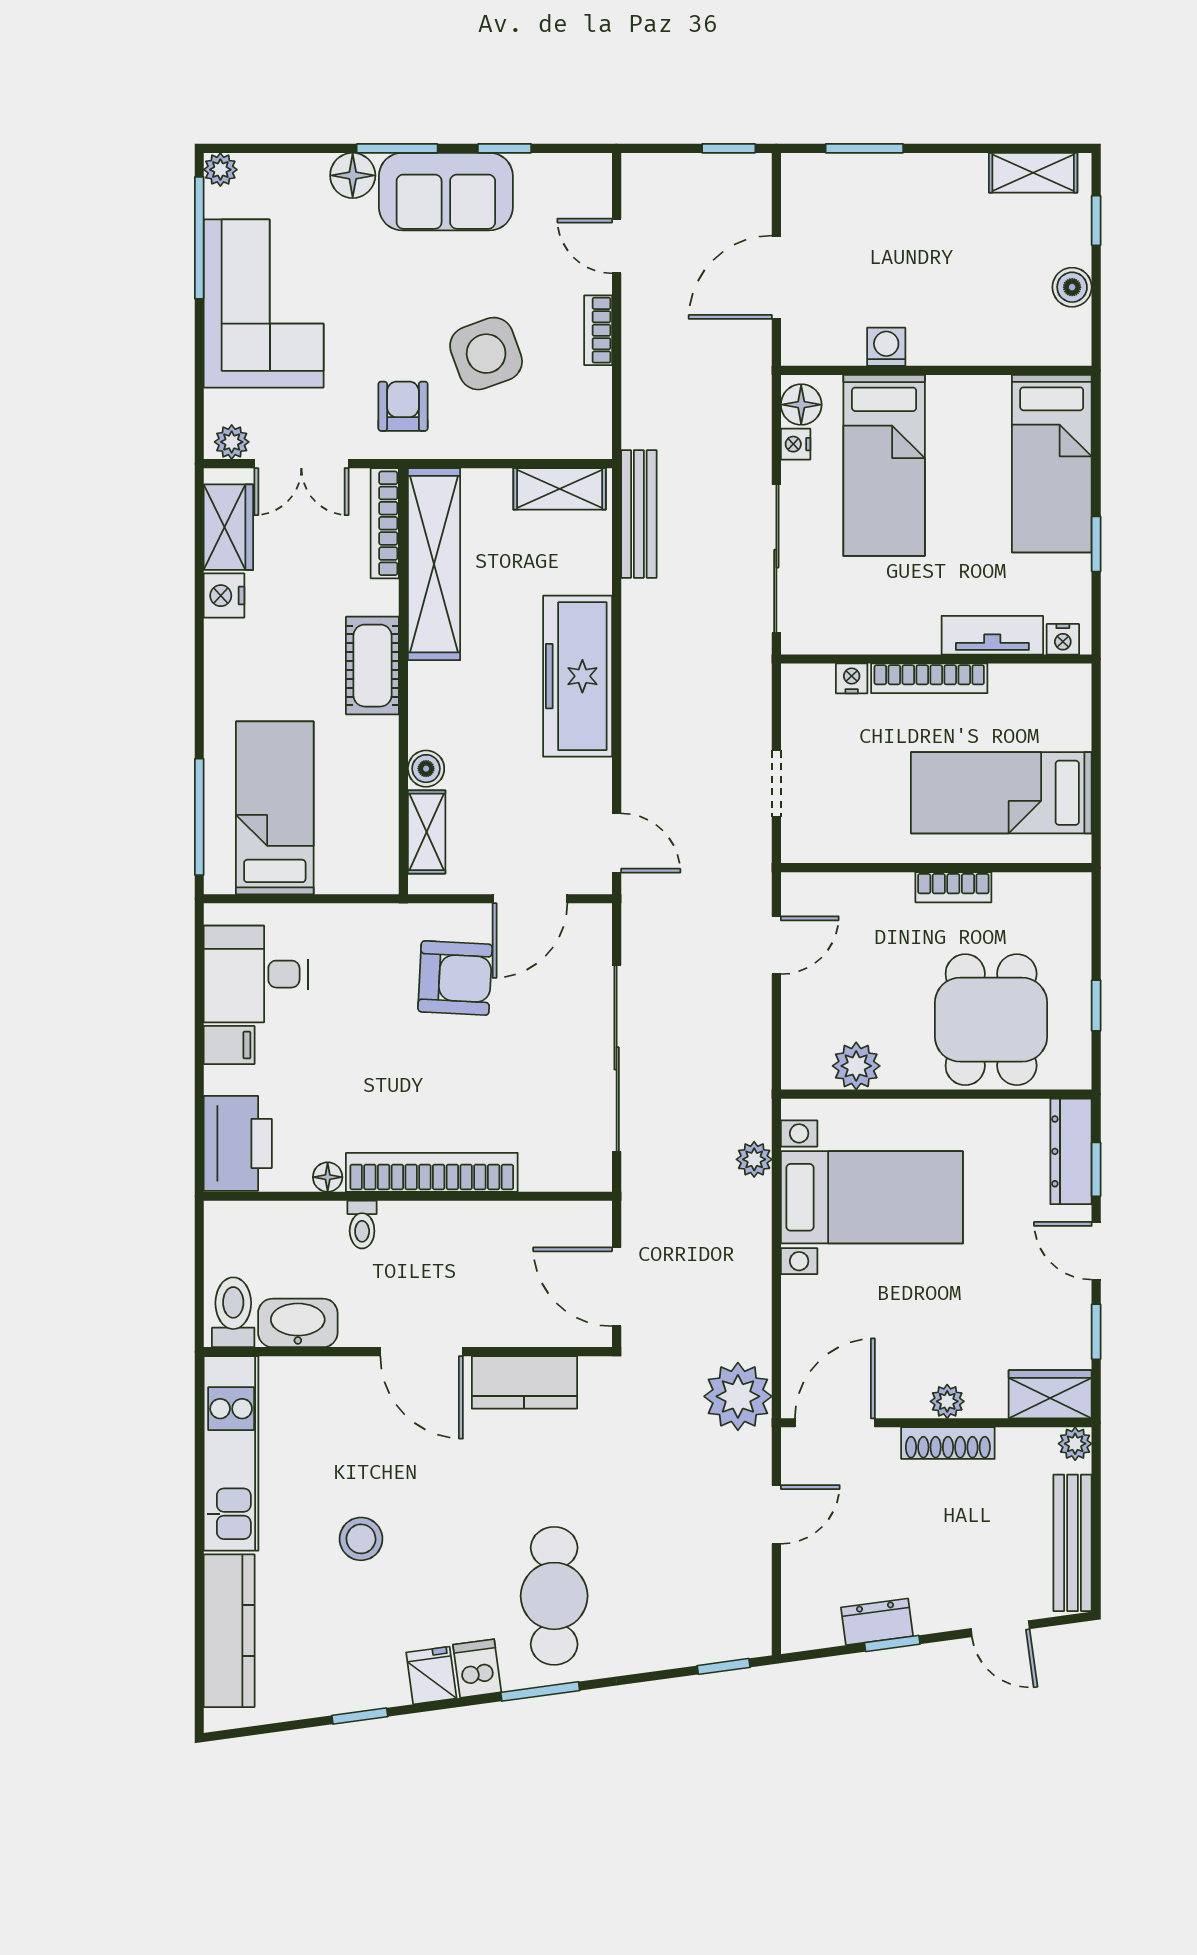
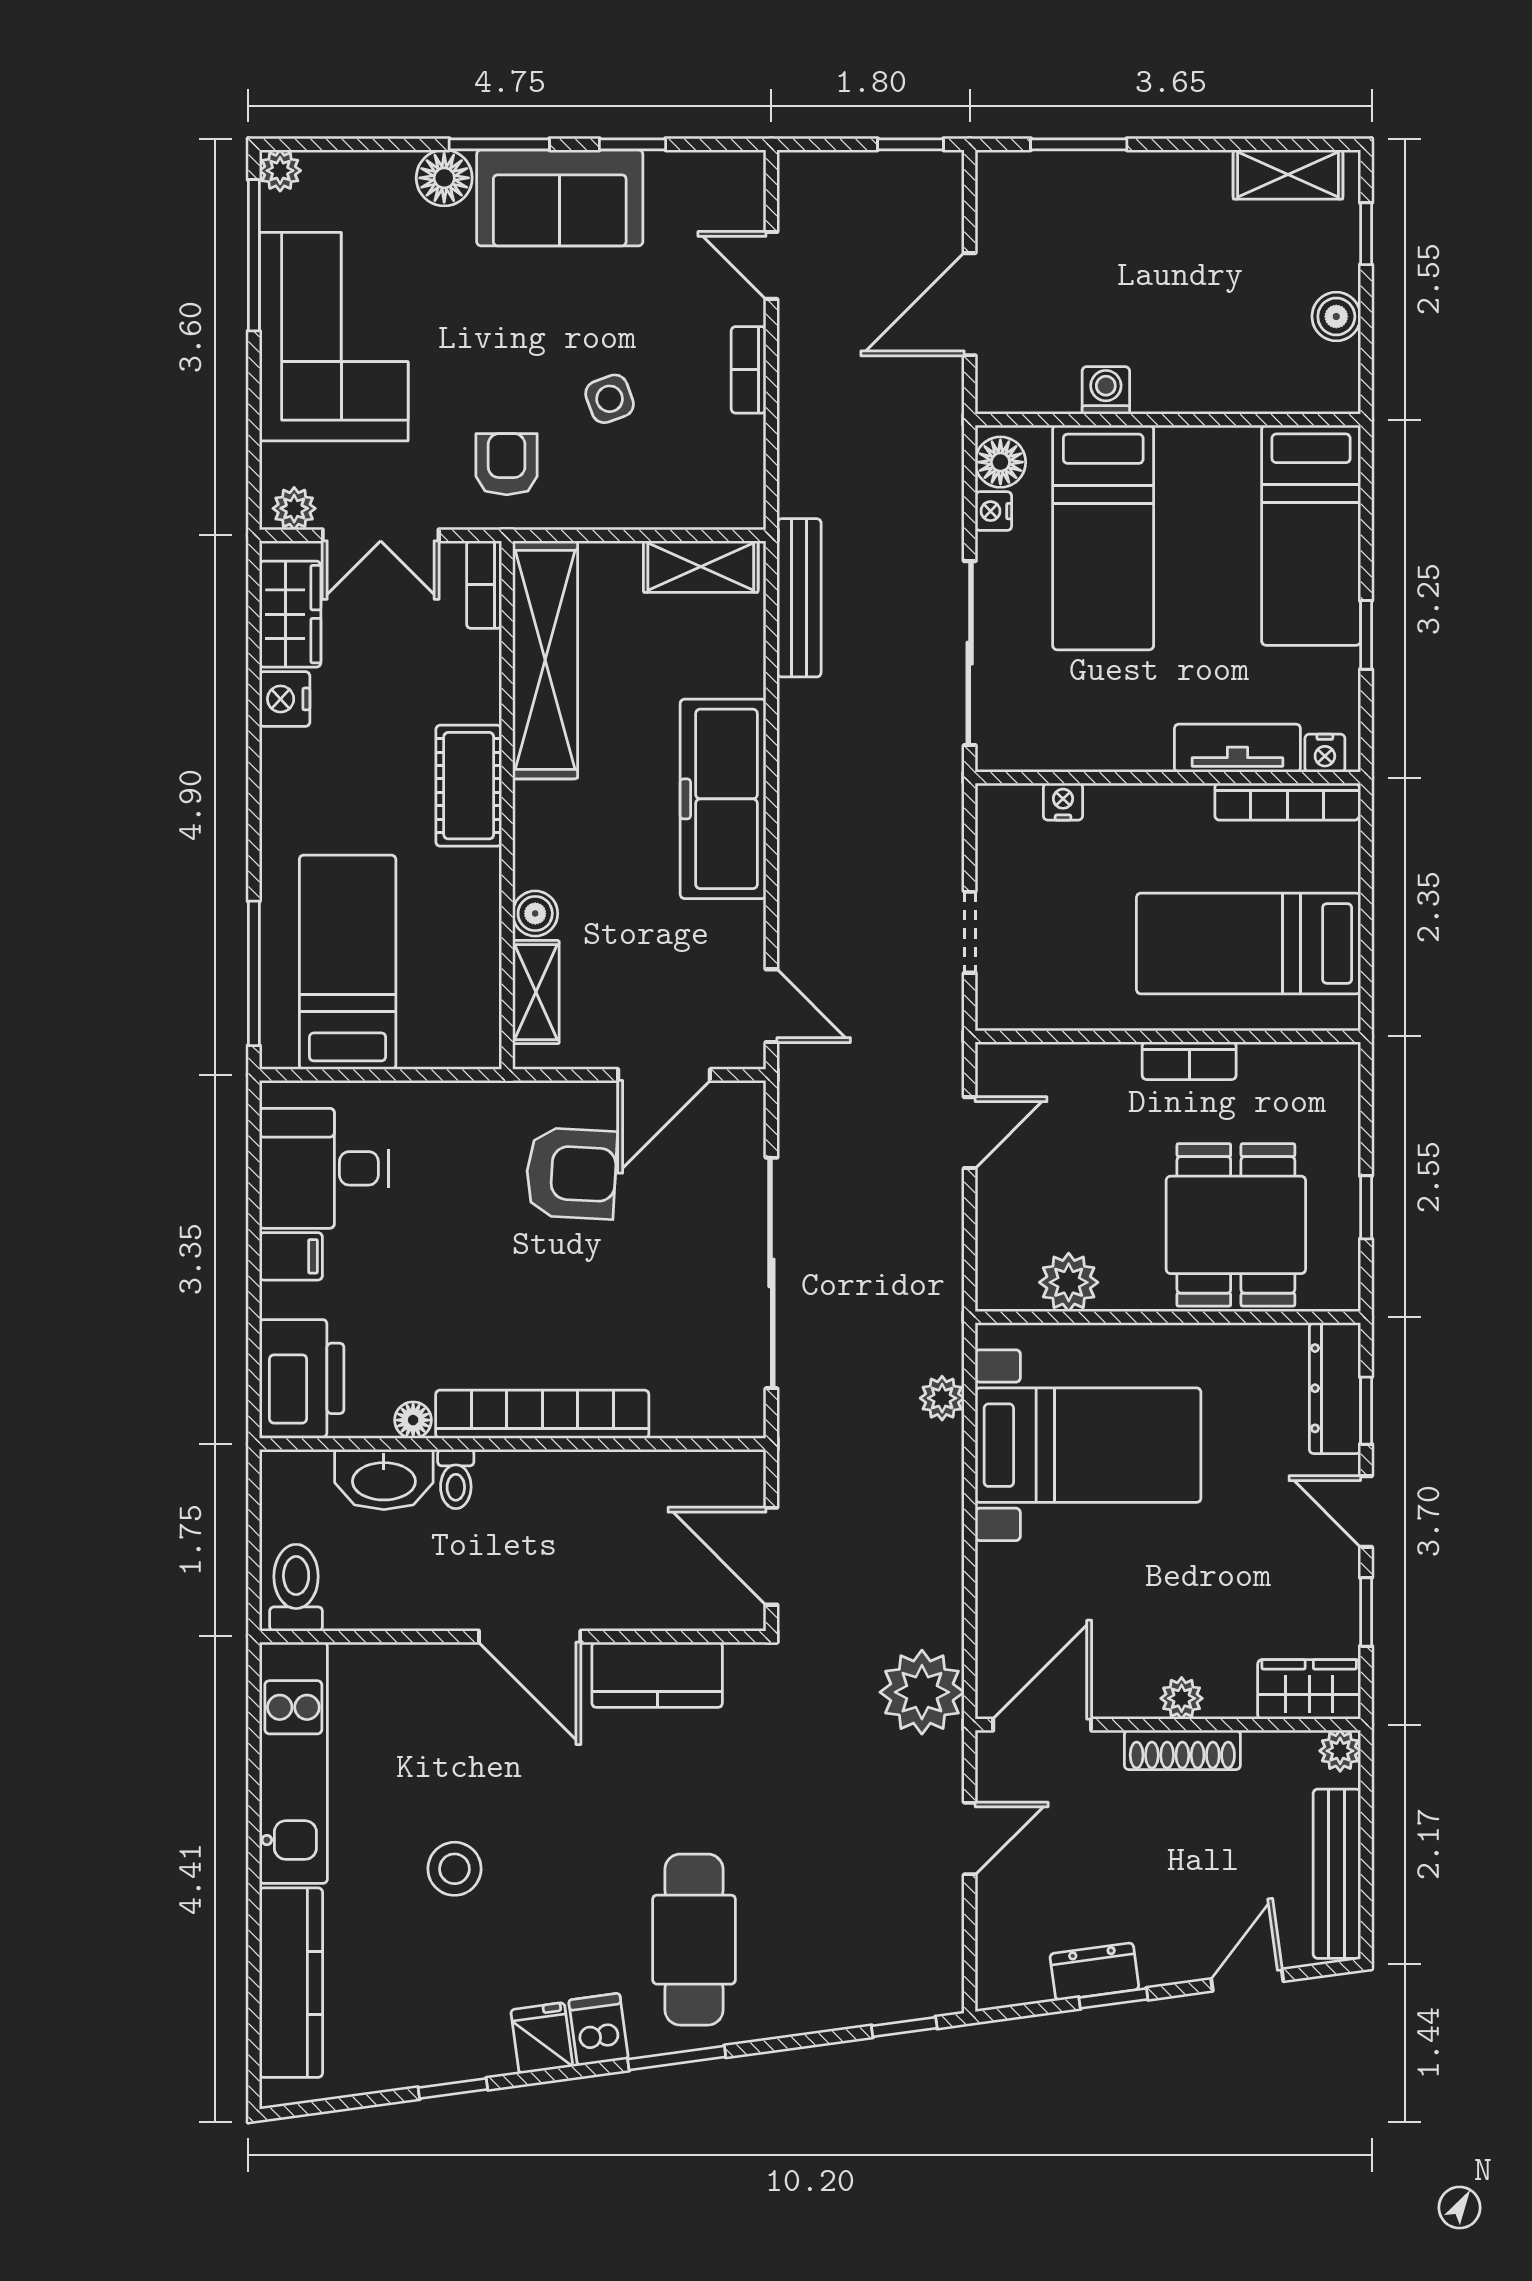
side table: (486, 354) -> (610, 399), width x0.54, depth x0.54
bookcase: (385, 523) -> (484, 585), width x0.64
bookcase: (929, 678) -> (1287, 802), moved
washbasin: (298, 1323) -> (384, 1480), moved, turned 180
door: (1000, 1629) -> (1247, 1980), swing flipped

